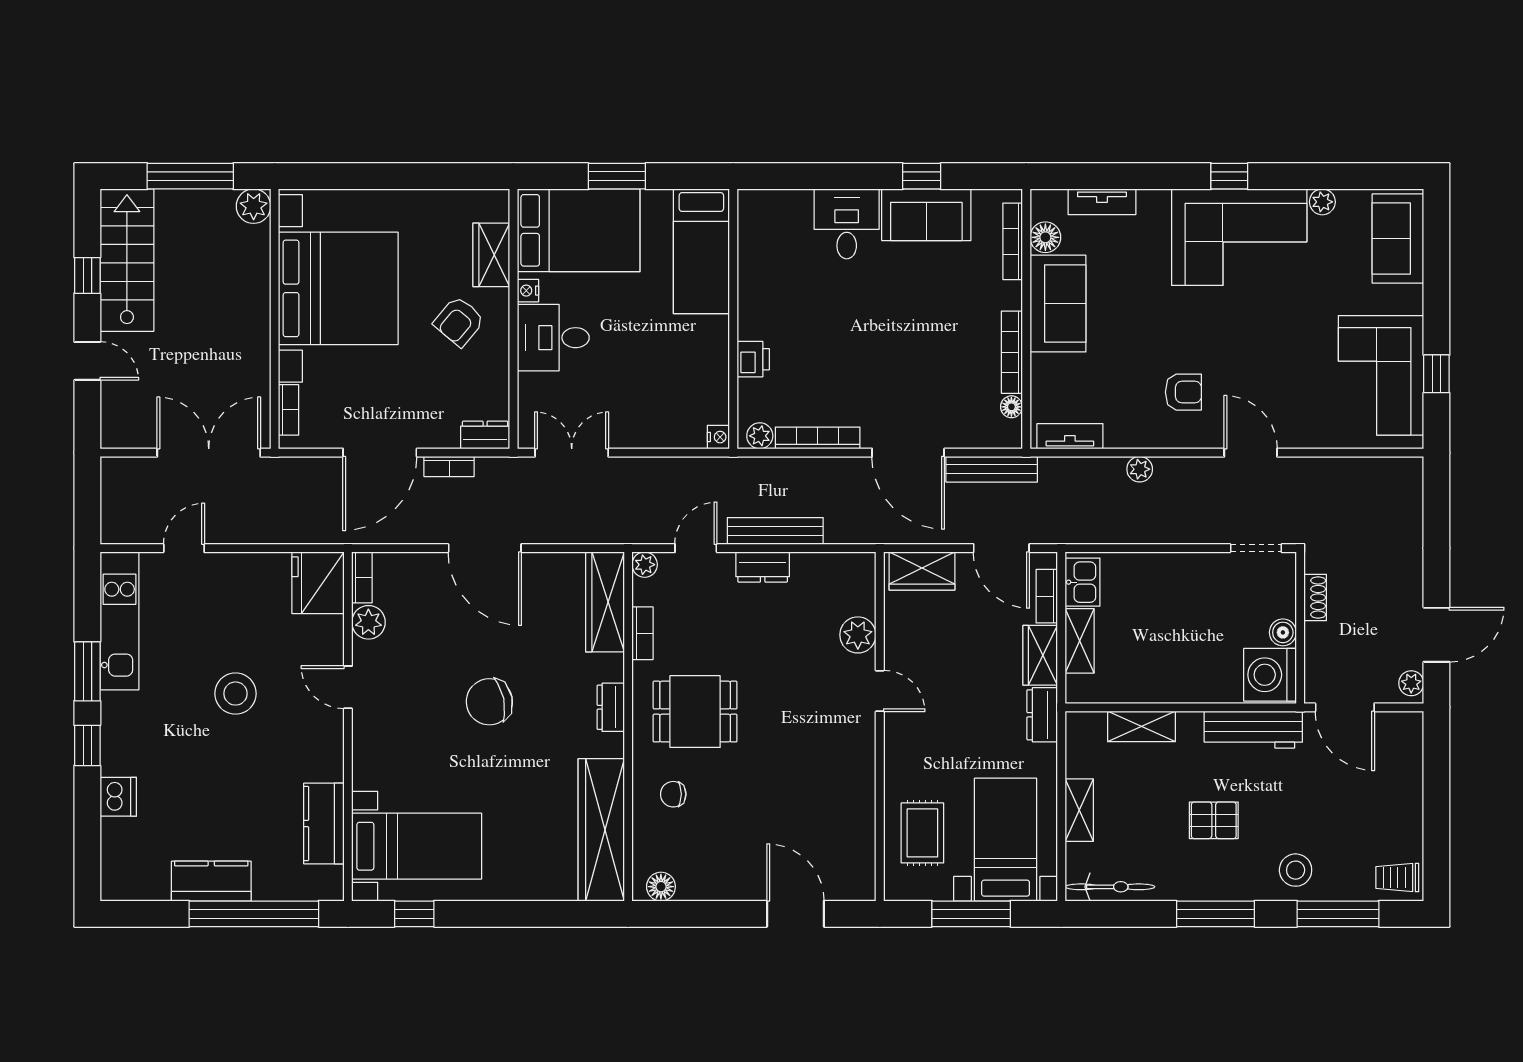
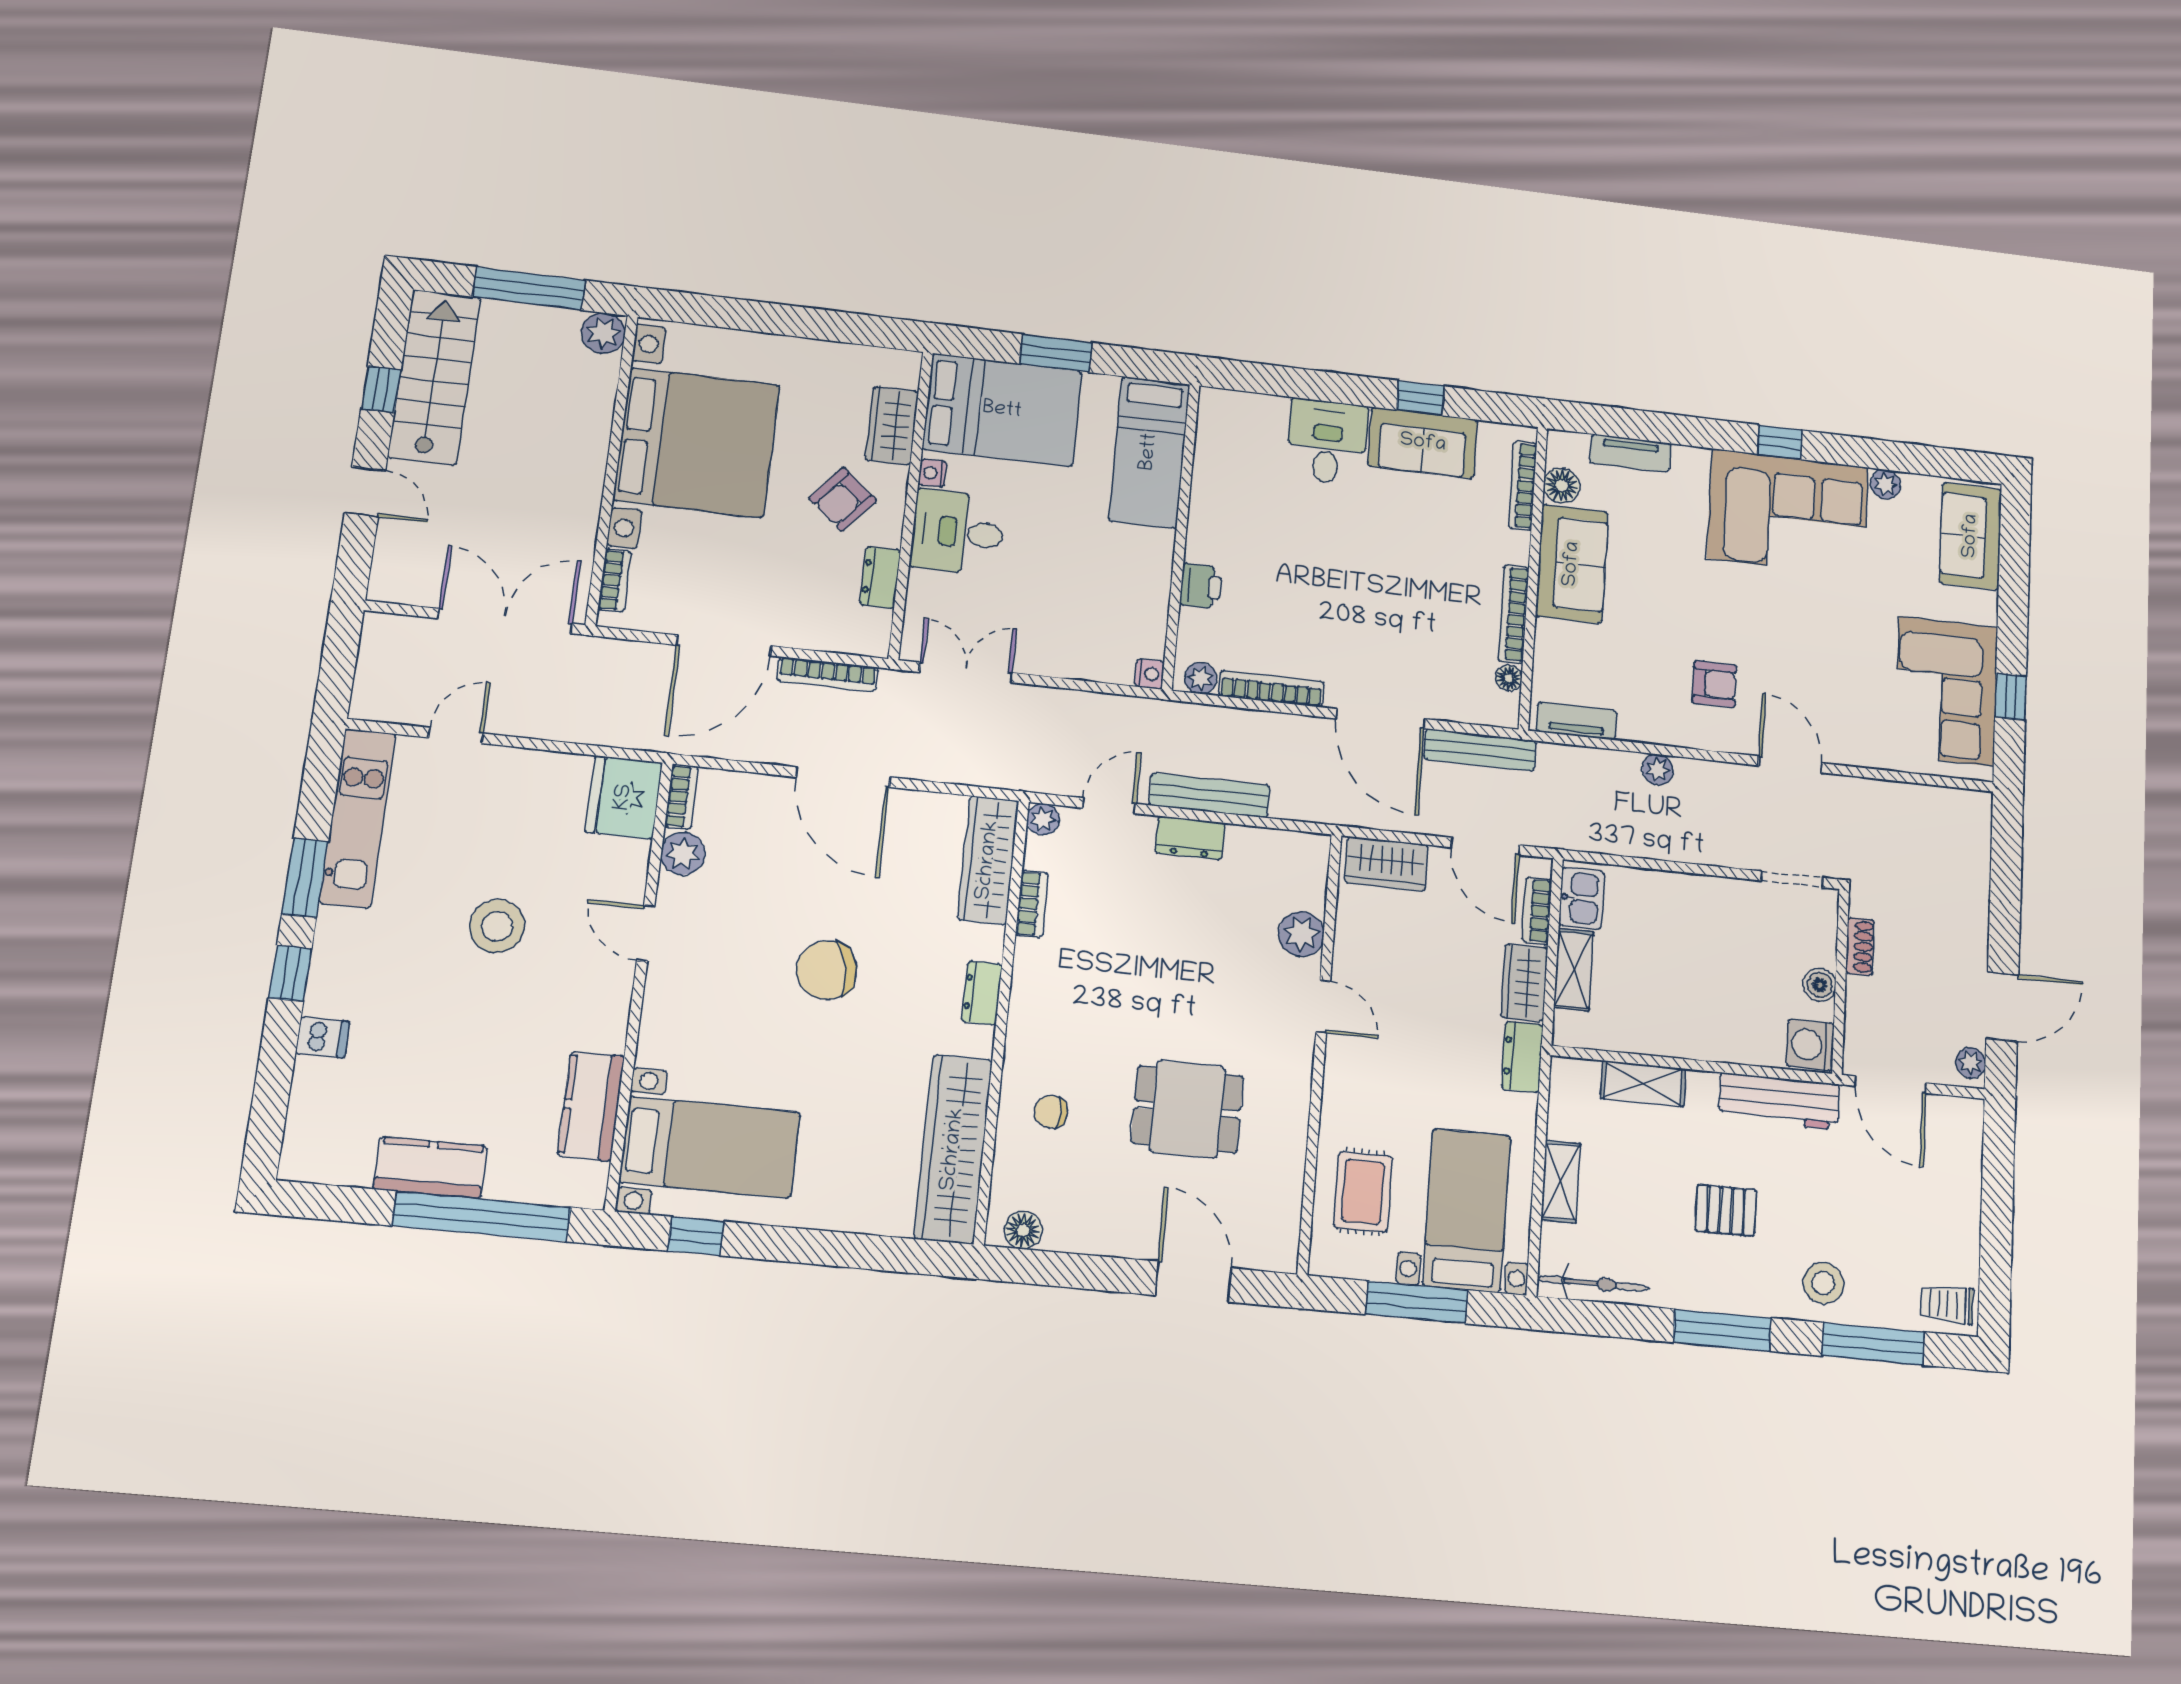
dresser: (485, 435) -> (880, 577), moved, turned -90
bookcase: (449, 466) -> (828, 674), width x1.56
washing machine: (1270, 675) -> (1810, 1045), width x0.73, depth x0.73
dining table: (695, 712) -> (1187, 1109), moved
dishwasher: (118, 797) -> (323, 1037), width x0.73

